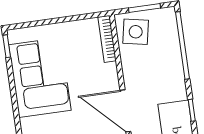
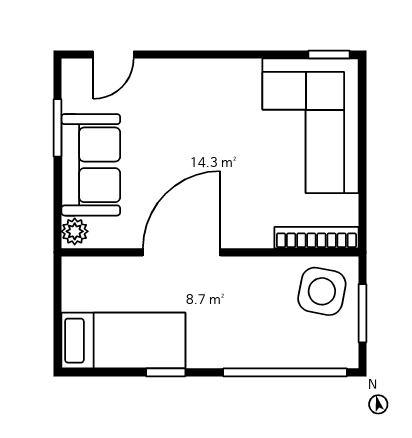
corner sofa: (40, 78) -> (311, 126), moved, turned 90

